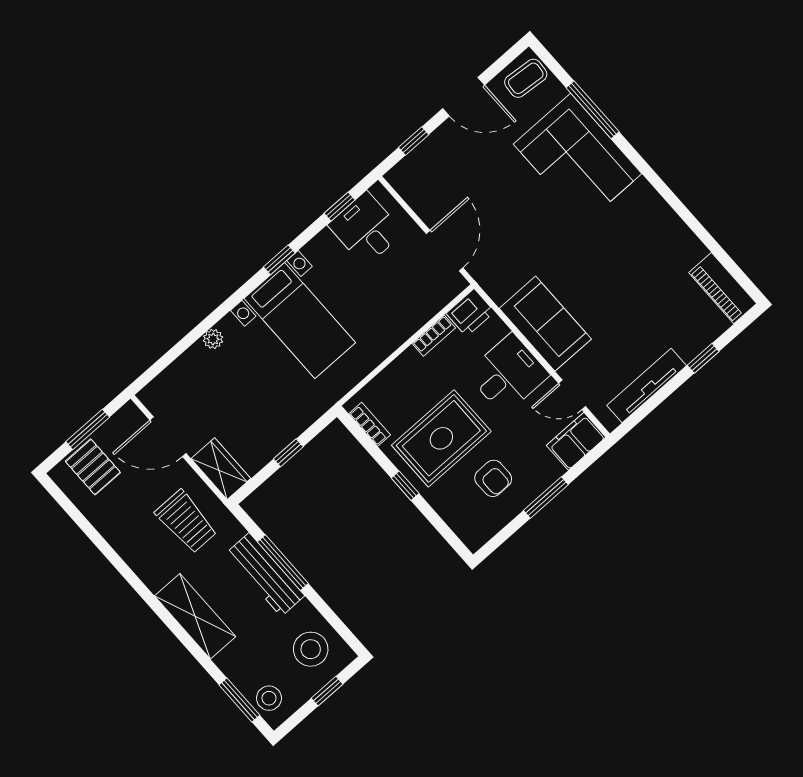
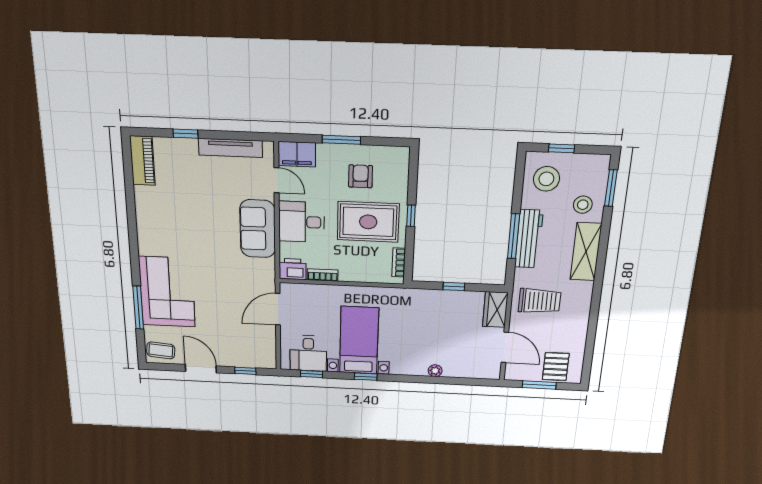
bed with nightstands: (300, 320) -> (359, 340), moved
trolley: (186, 521) -> (540, 301), turned 90
stool: (269, 698) -> (583, 205), moved

